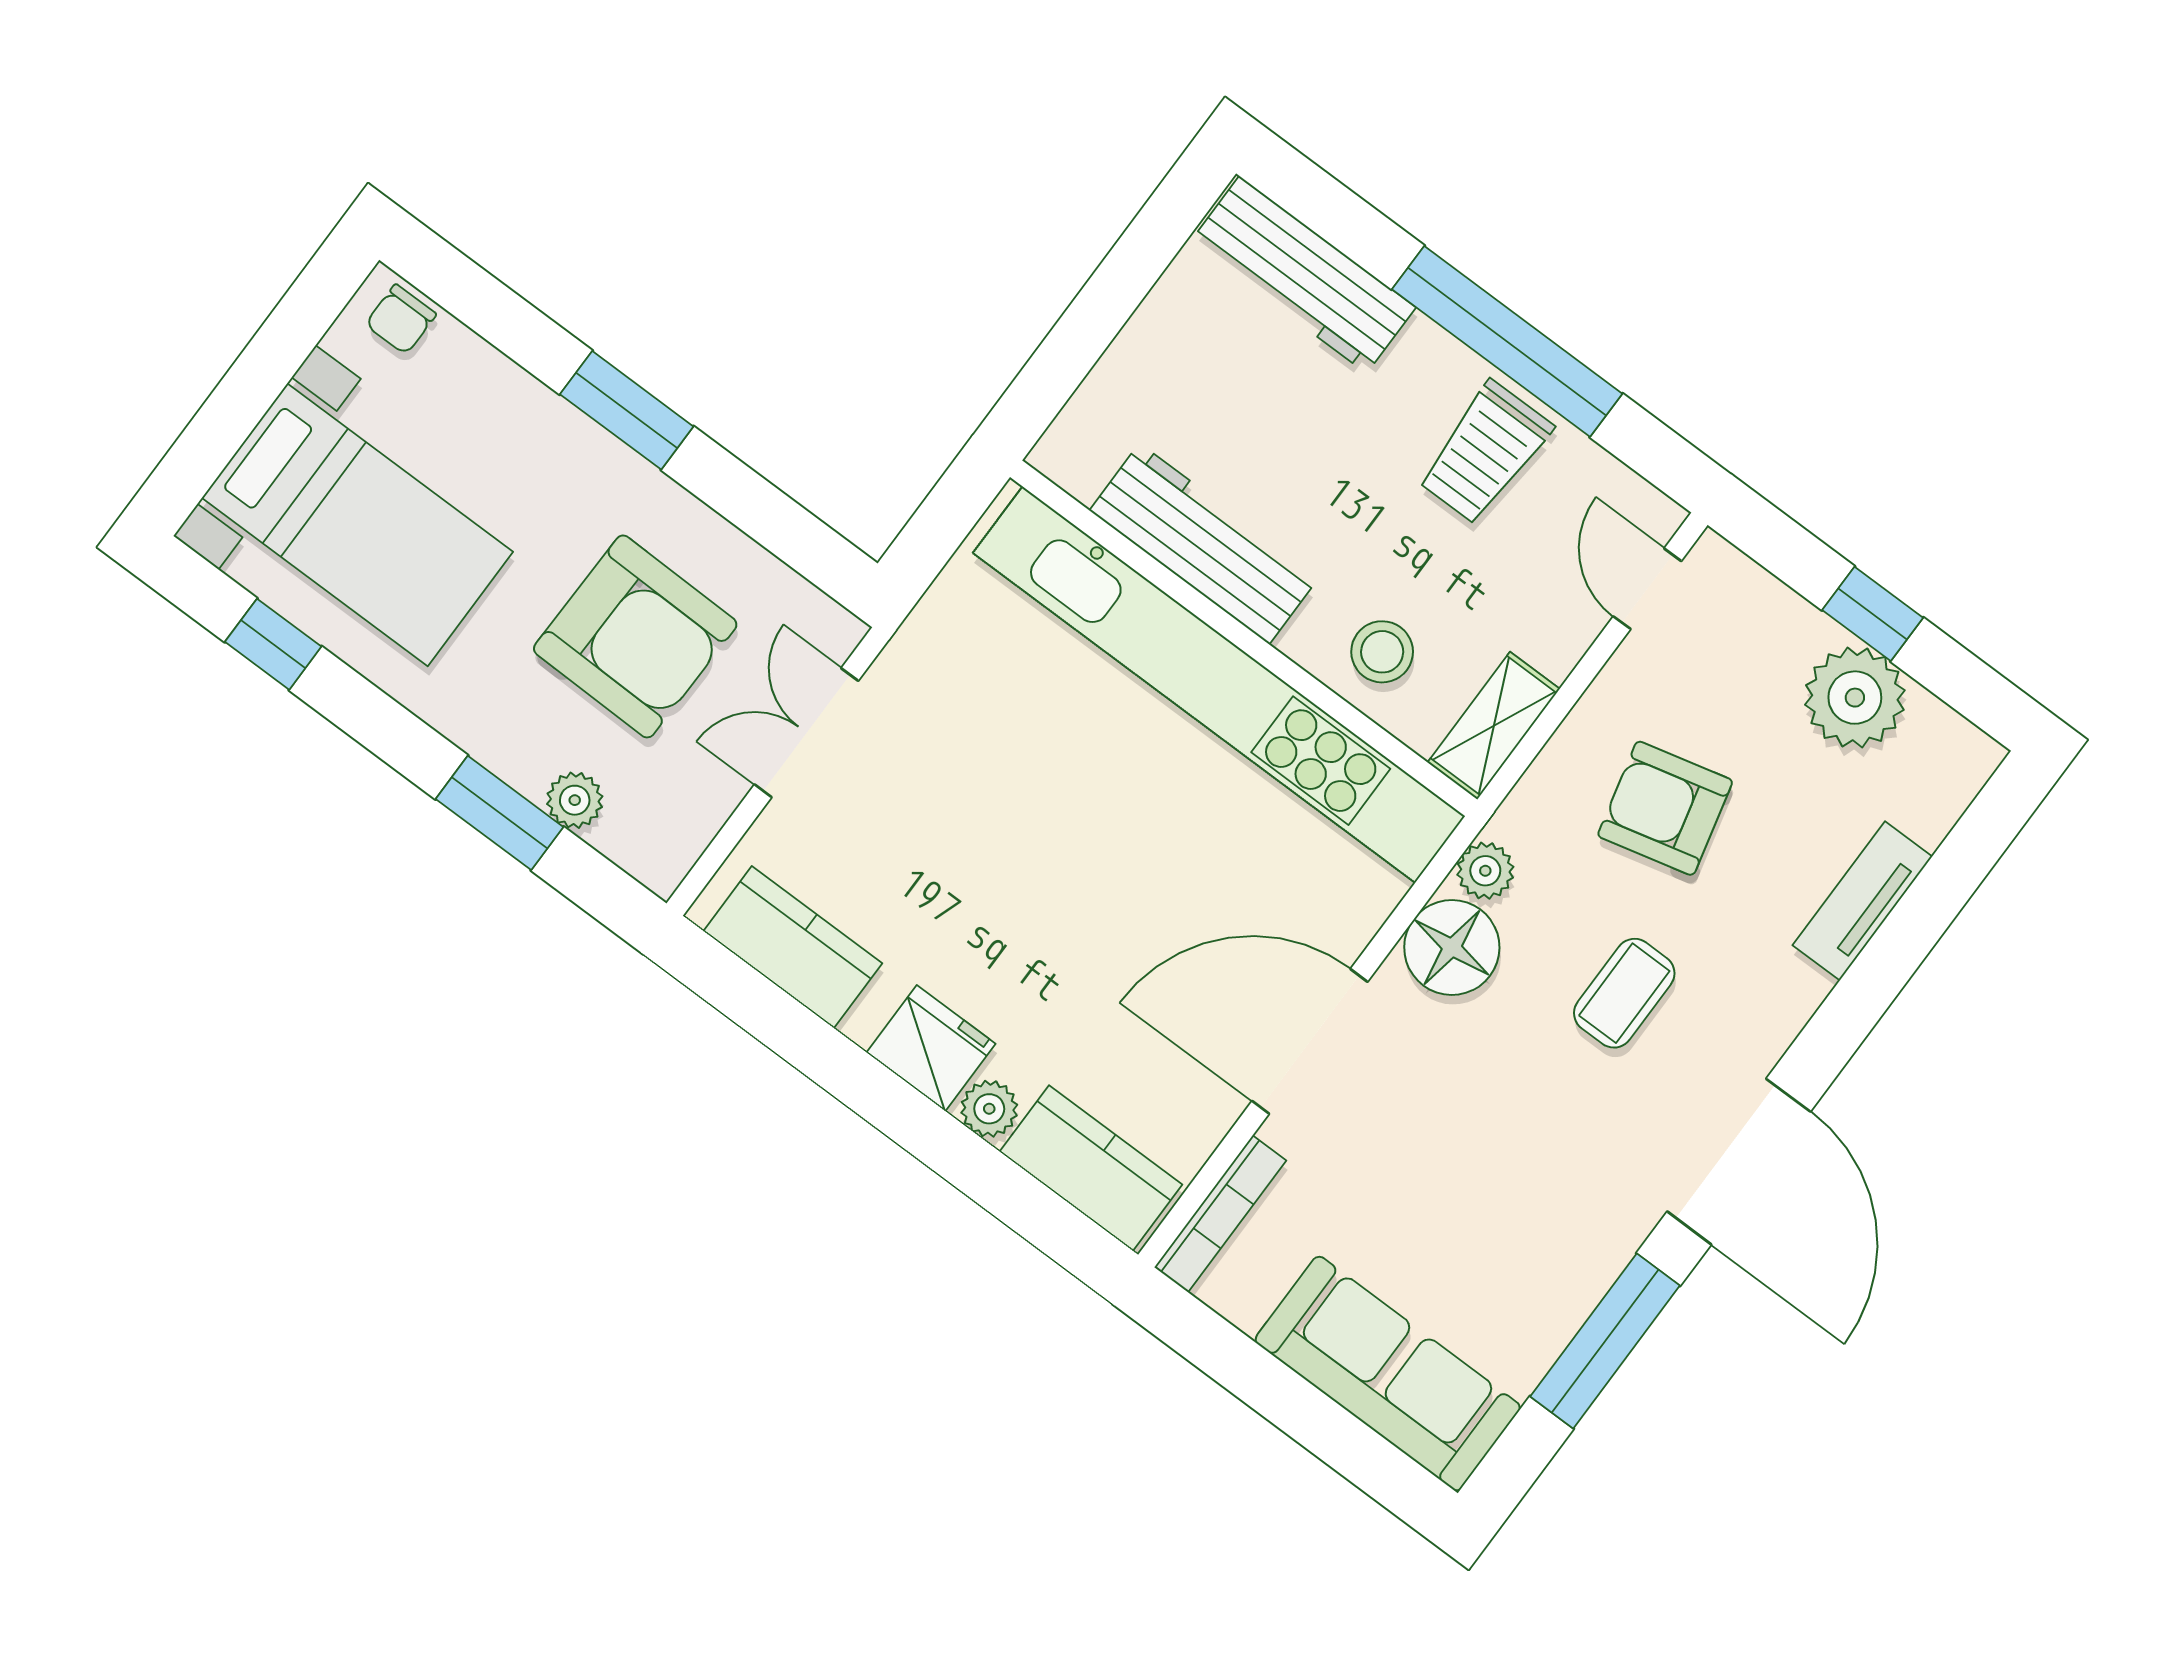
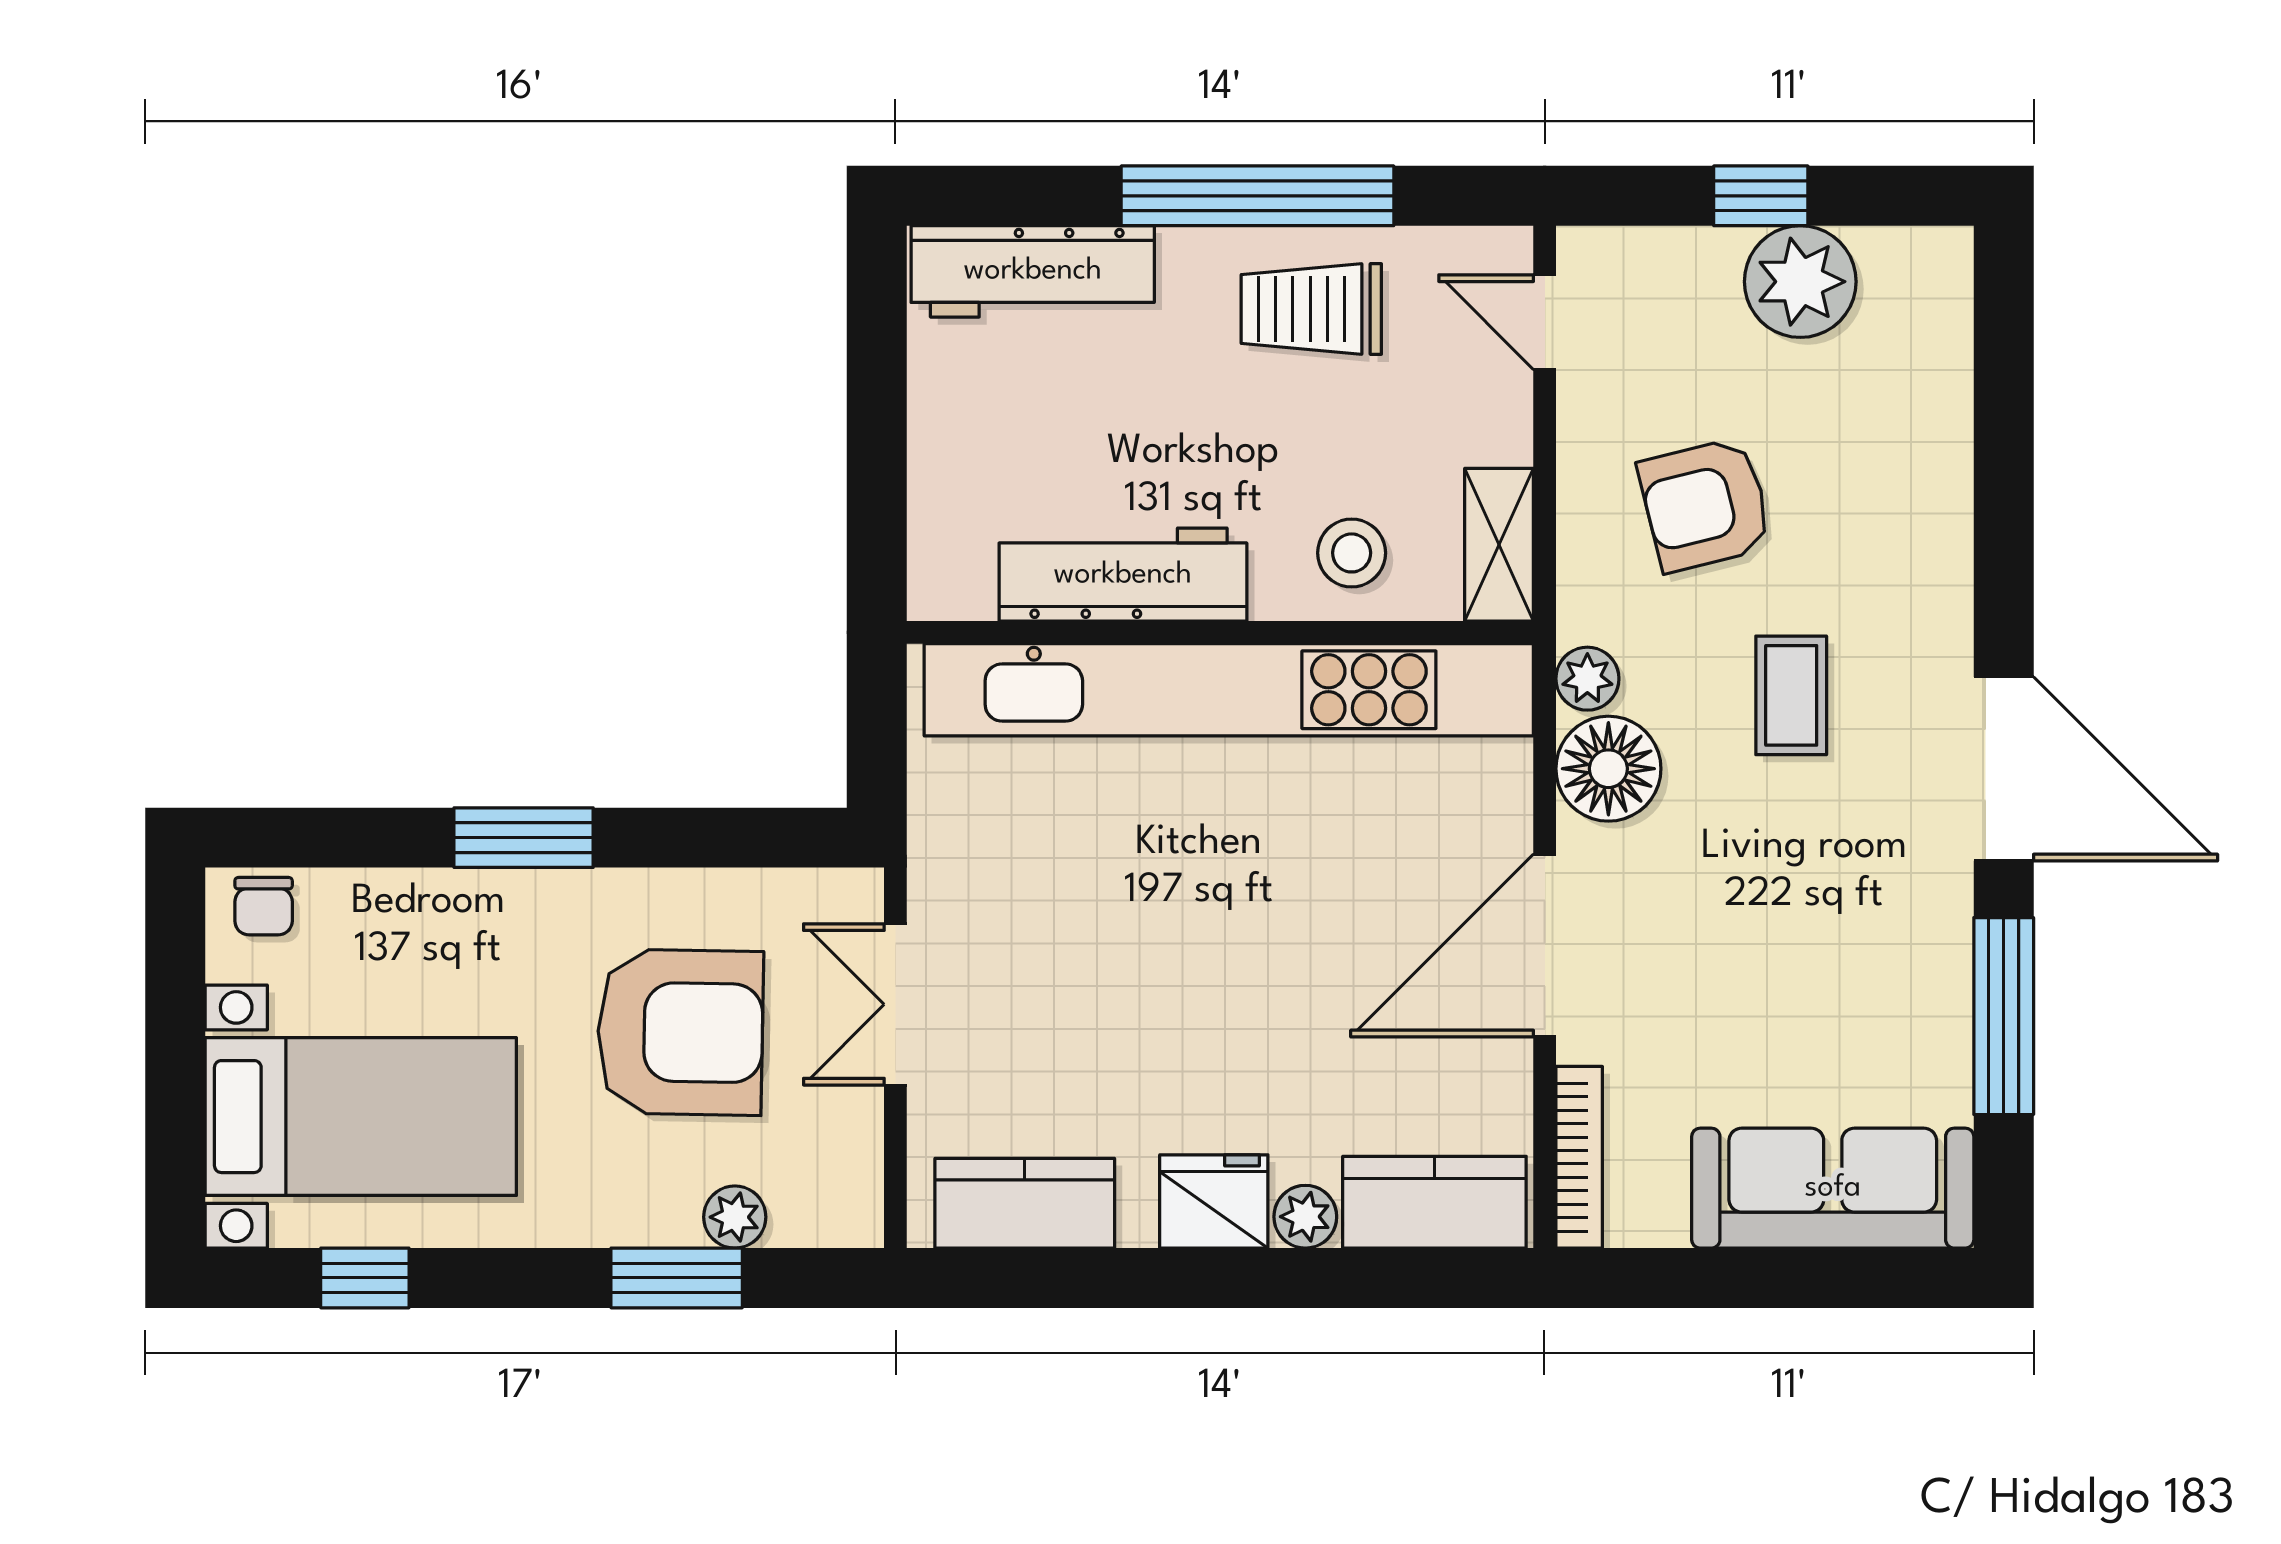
trolley: (1485, 453) -> (1311, 309), turned 90
tv unit: (1862, 901) -> (1941, 457), removed

